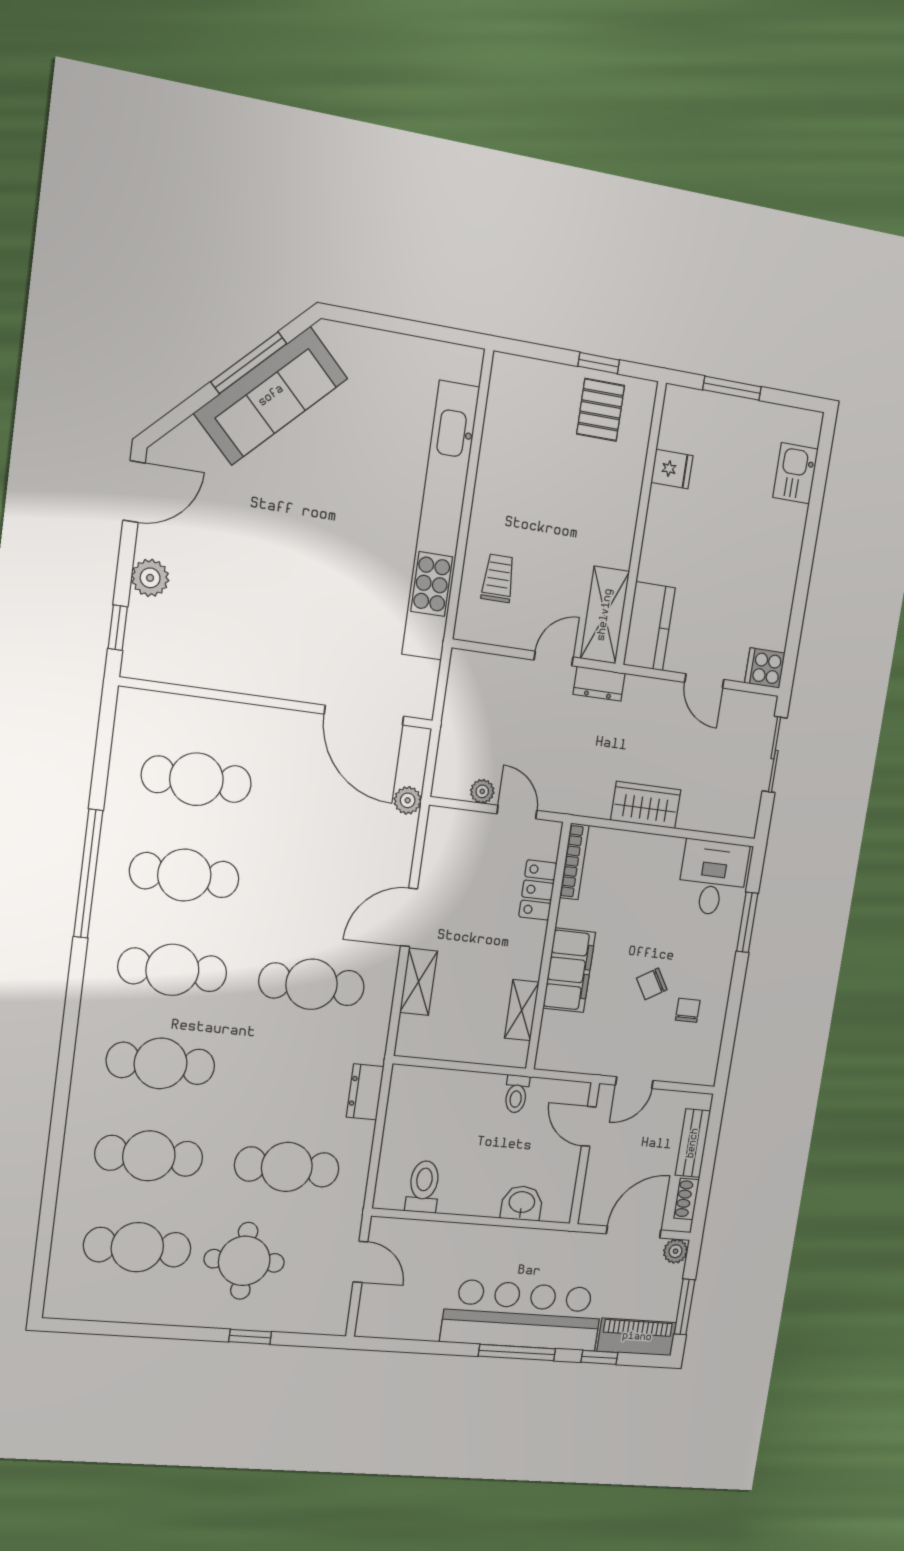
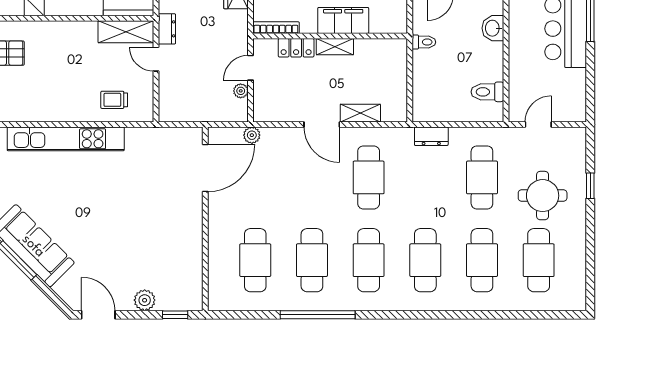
kitchen unit: (440, 521) -> (66, 139), width x0.73
shelving: (522, 1010) -> (335, 47), moved

